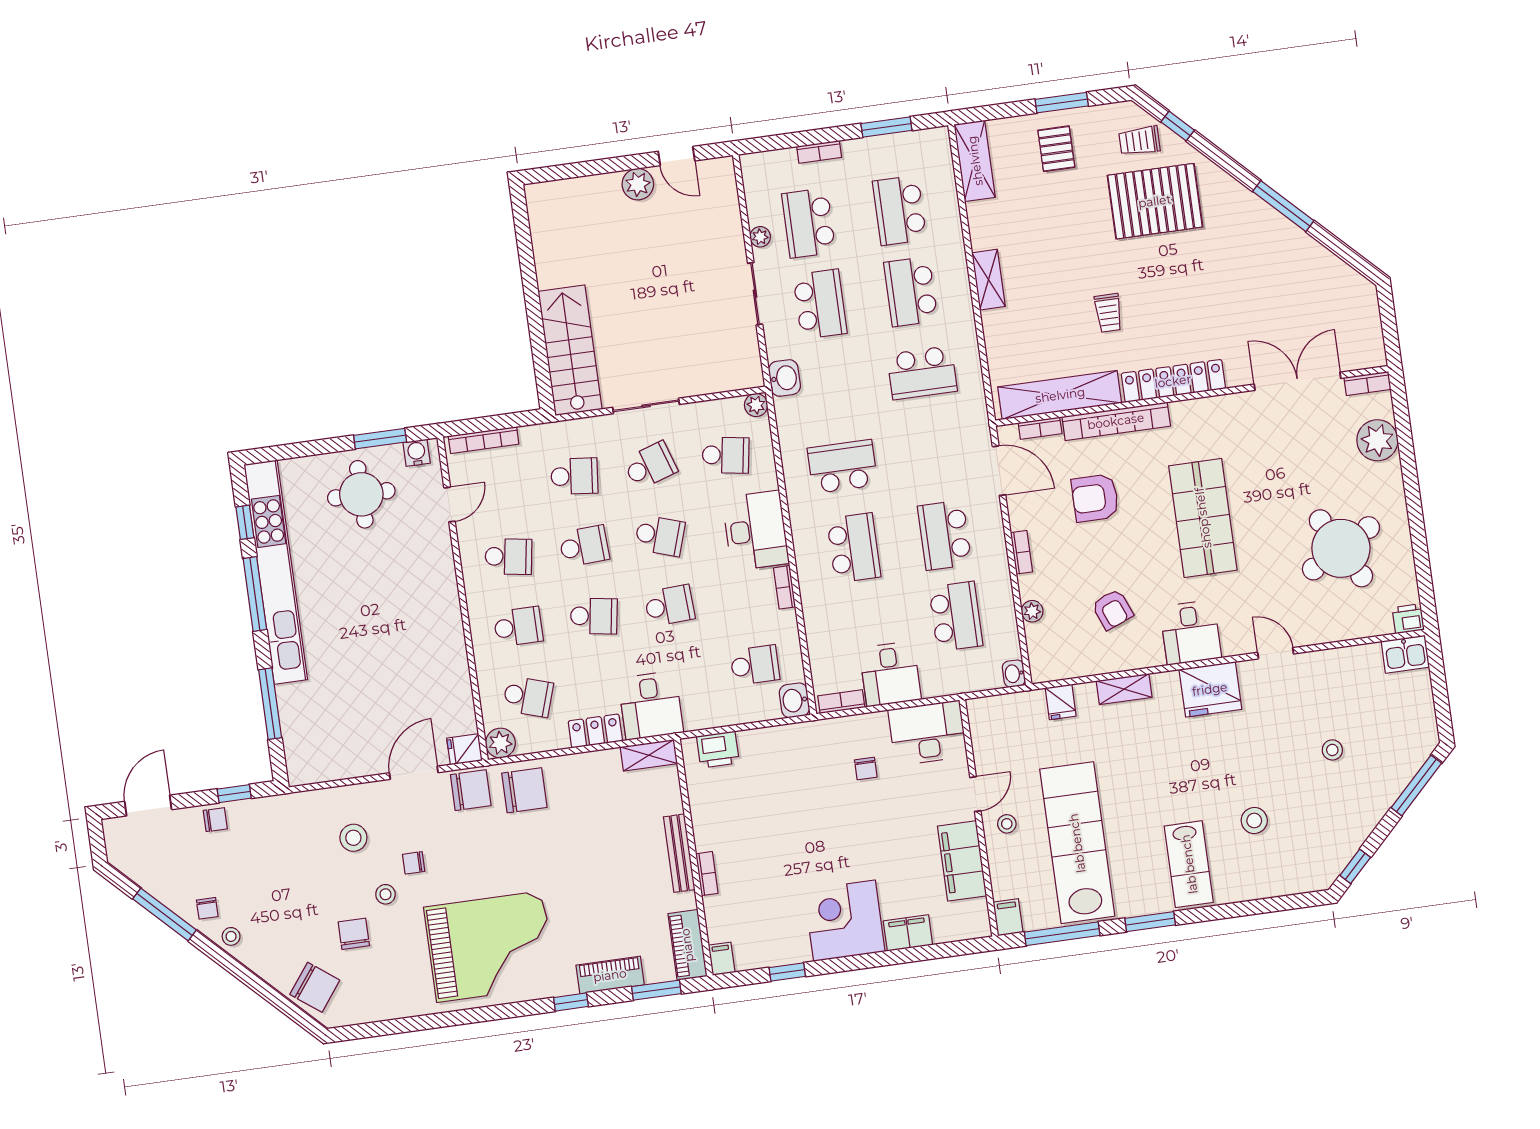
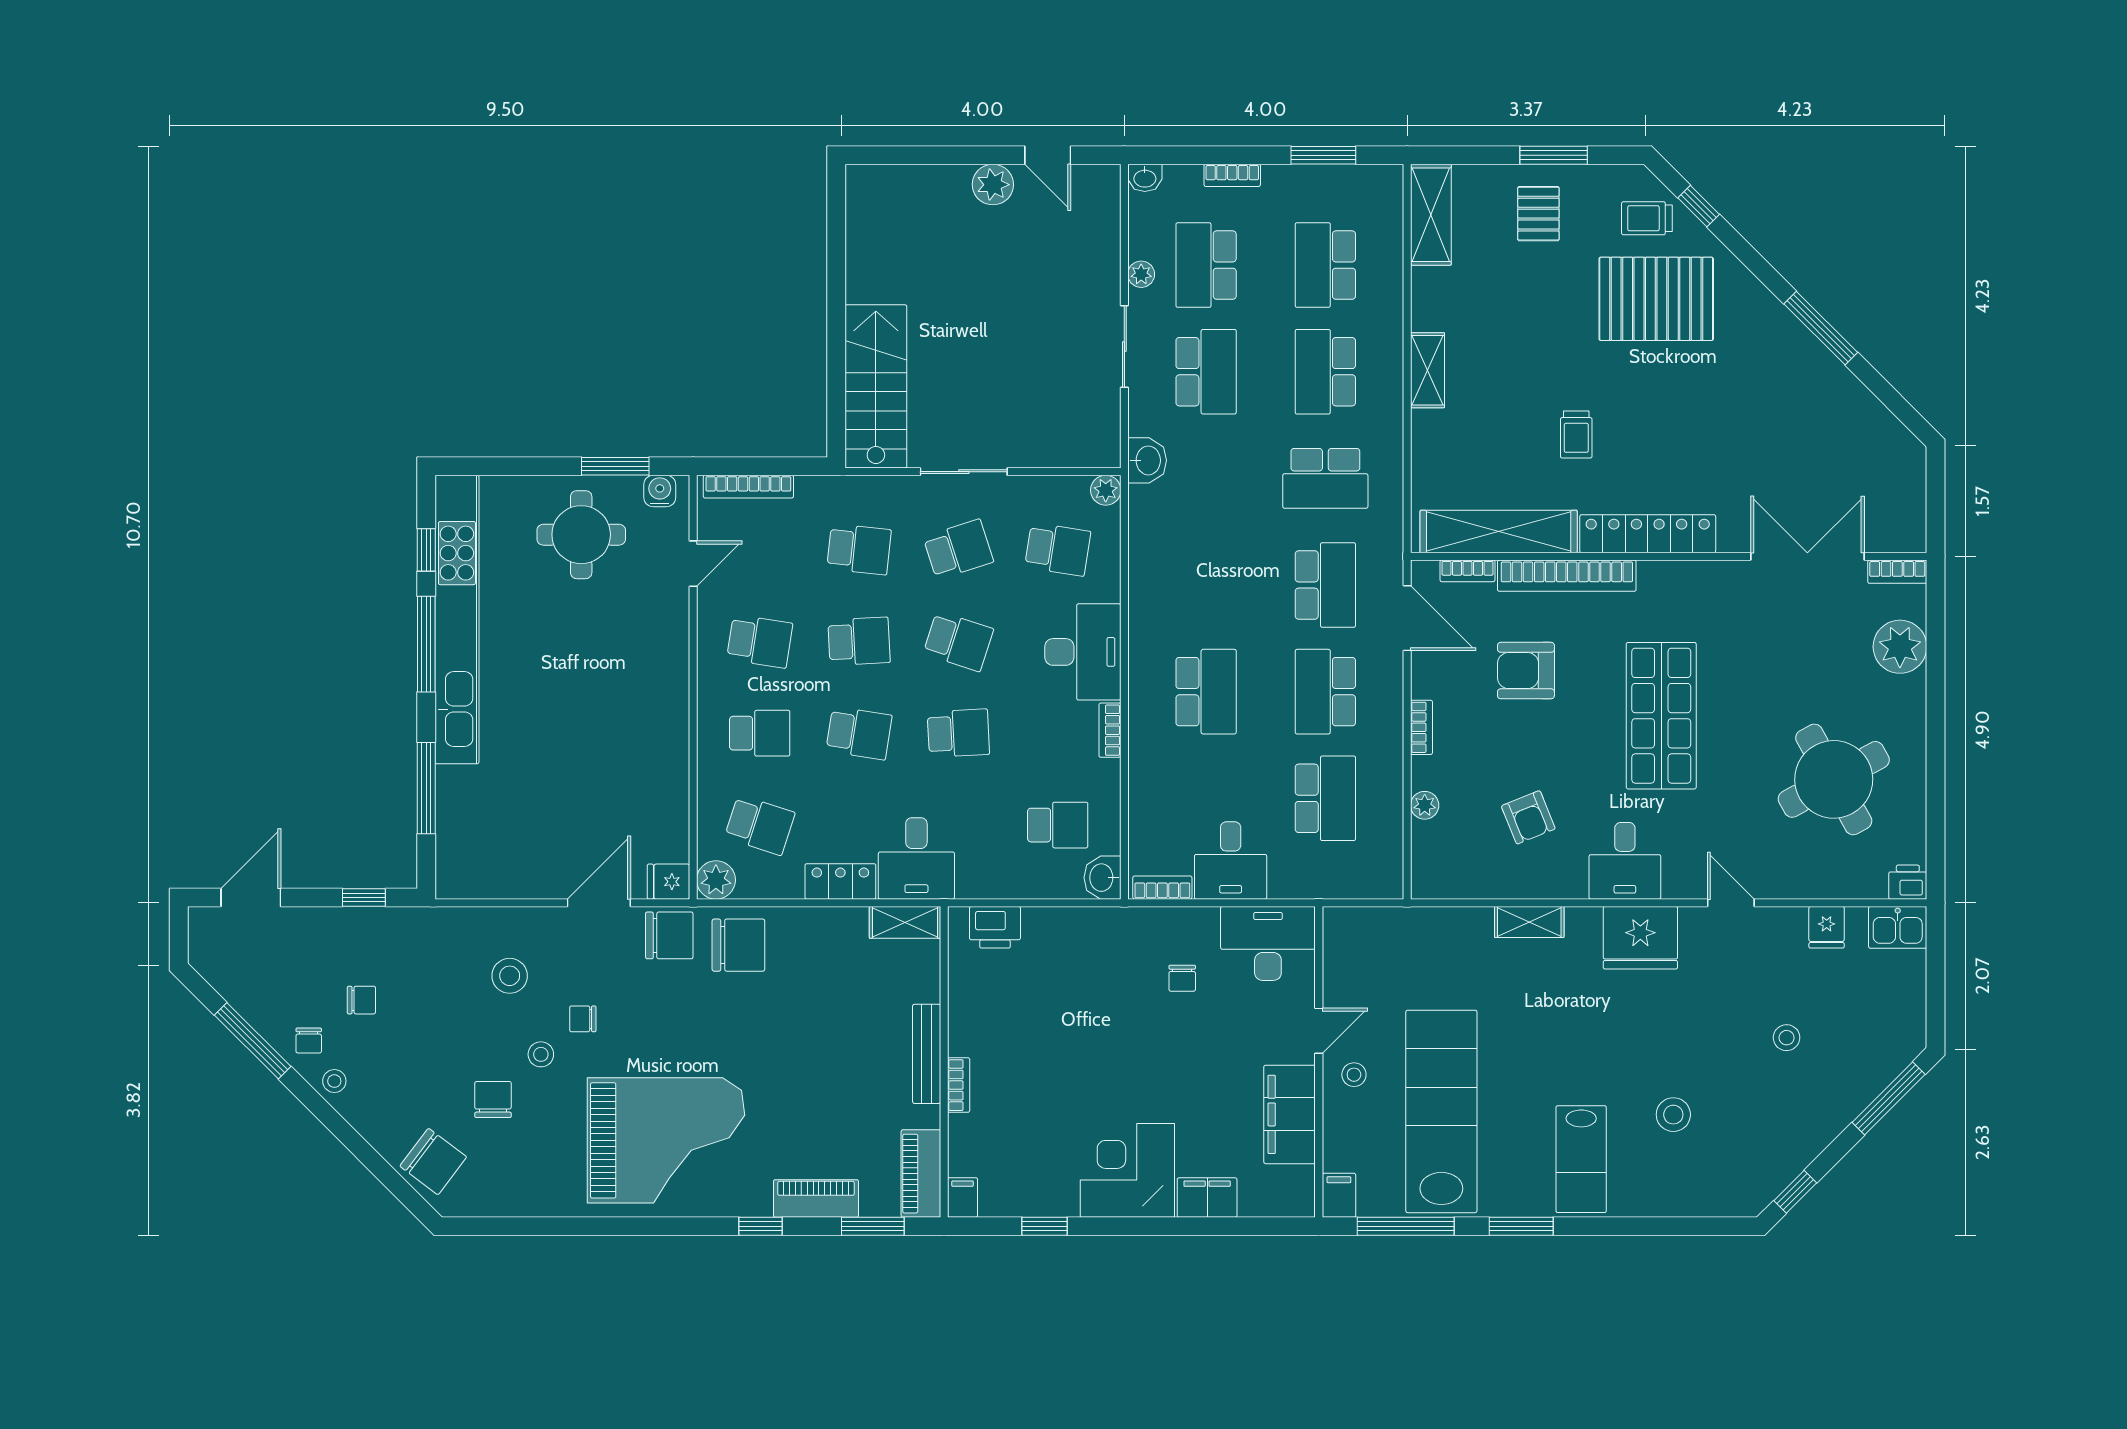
school desk: (842, 467) -> (1325, 585), moved, turned 90
washbasin: (1014, 674) -> (1145, 178), moved, turned -90
fridge: (1061, 702) -> (1827, 927), moved
chair: (215, 820) -> (361, 1000), moved

